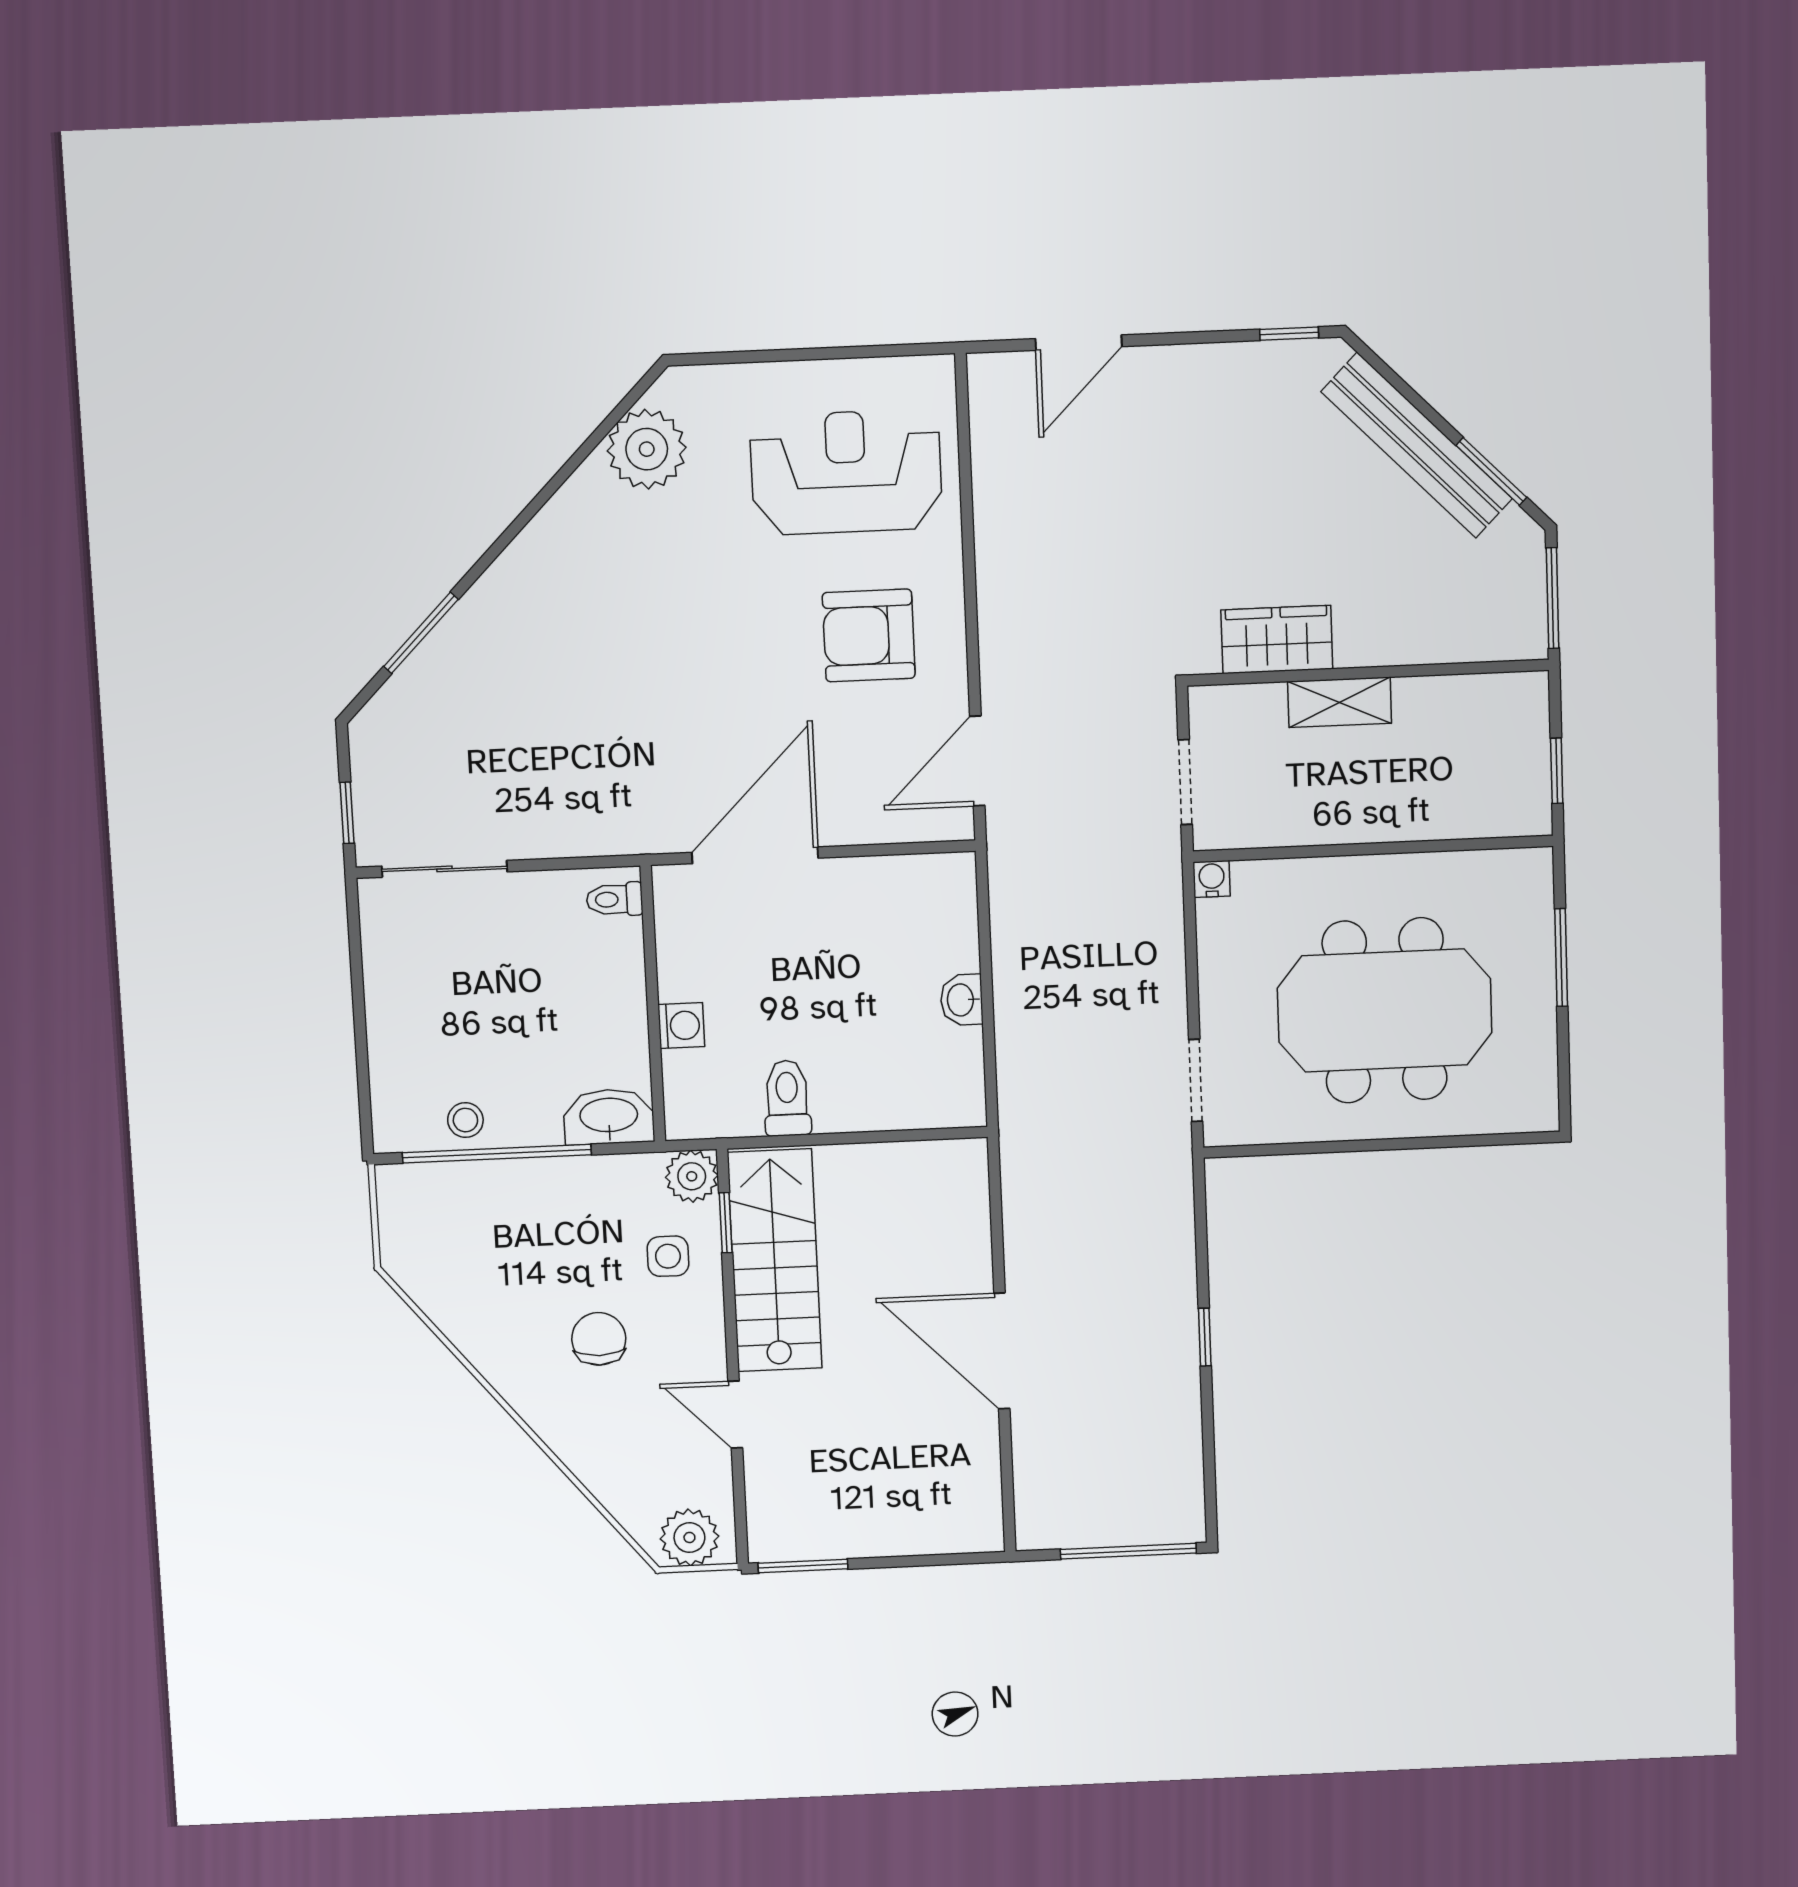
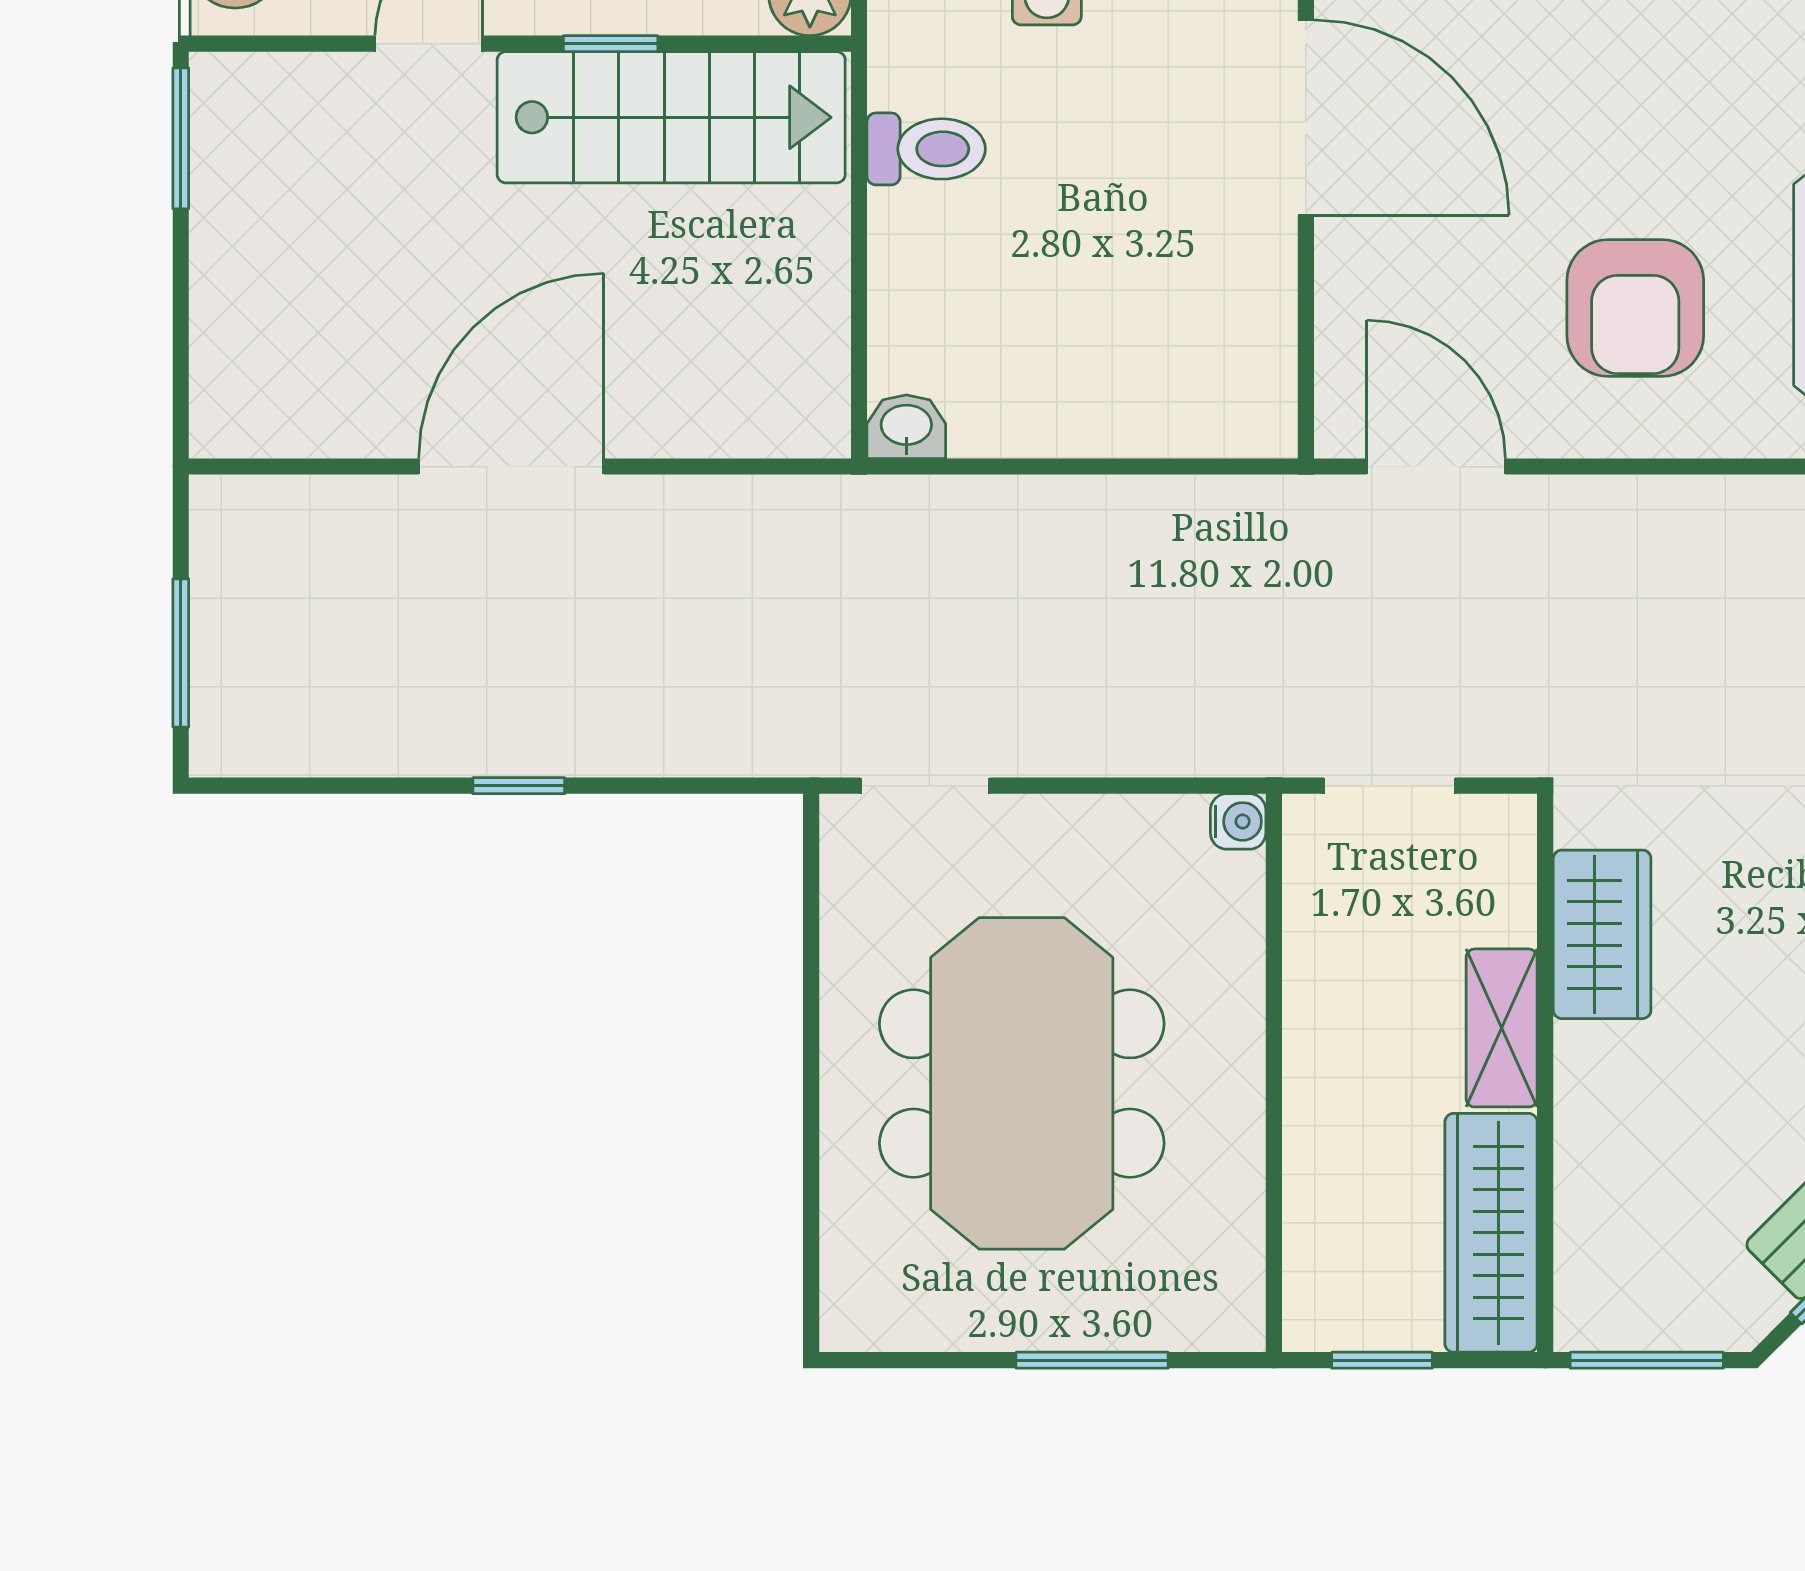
armchair: (869, 635) -> (1635, 308), turned 180
wardrobe: (1472, 703) -> (1491, 1233), added
washbasin: (962, 1000) -> (906, 427), moved
window: (726, 1223) -> (611, 44), moved
window: (1128, 1551) -> (181, 653), width x0.69

